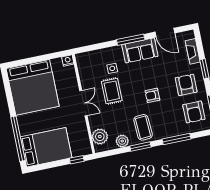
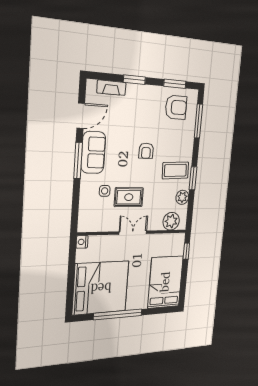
armchair: (186, 85) -> (146, 108), removed
window: (18, 139) -> (118, 314), moved
window: (177, 139) -> (198, 121), moved

